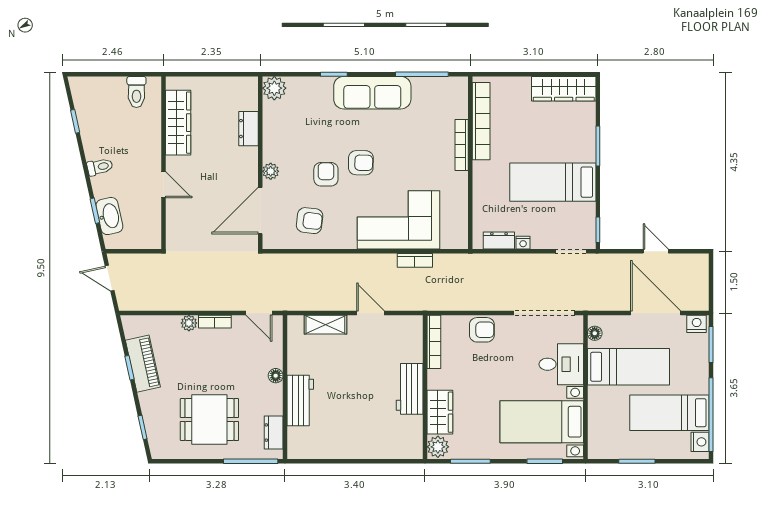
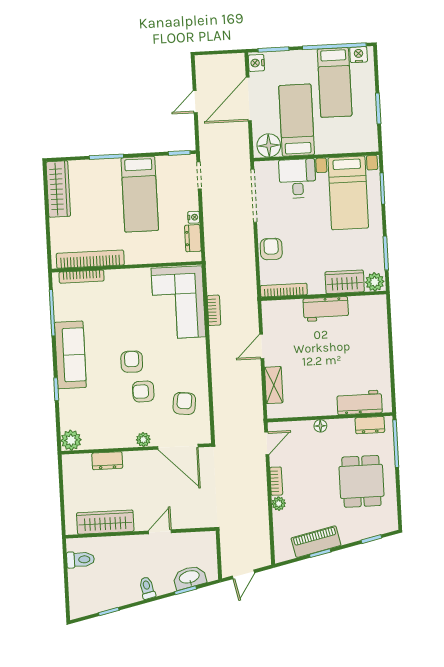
bookcase: (462, 145) -> (82, 277), moved
corner sofa: (398, 220) -> (178, 303), moved
floor lamp: (595, 333) -> (269, 145), width x1.89, depth x1.89
workbench: (300, 400) -> (360, 402), moved

